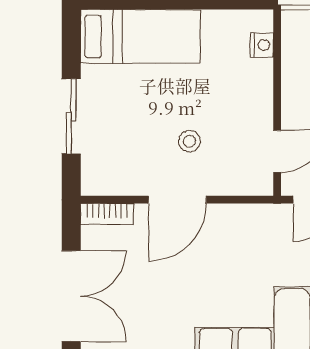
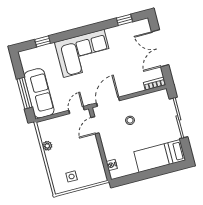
sliding door: (71, 116) -> (178, 118), width x1.37
door: (177, 200) -> (108, 102), moved

